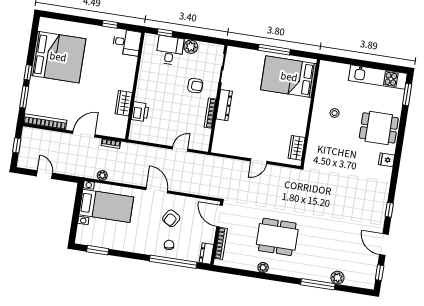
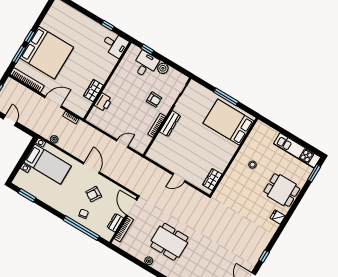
bed: (58, 57) -> (47, 53), moved
dresser: (206, 254) -> (115, 223), moved

